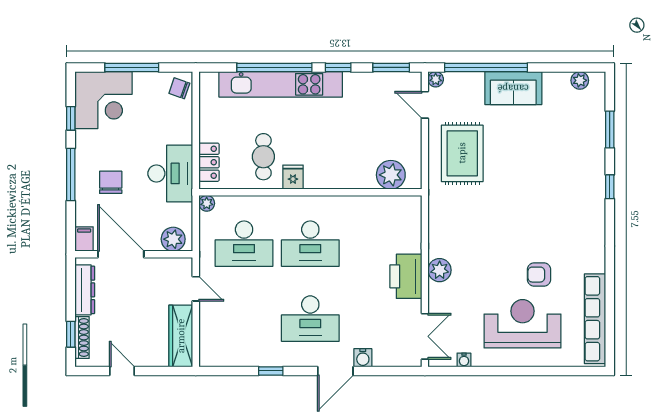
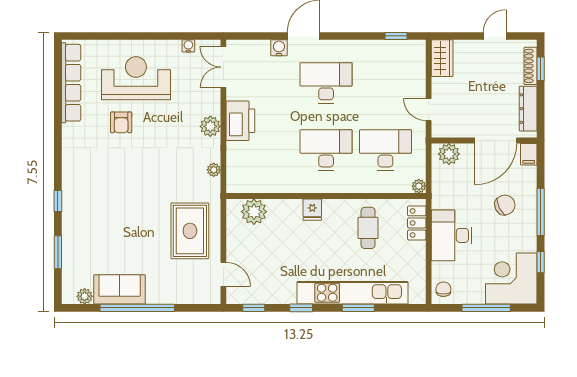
window: (274, 67) -> (358, 308), width x0.47
window: (391, 67) -> (254, 308), width x0.67
window: (486, 67) -> (137, 308), moved
plant: (436, 79) -> (214, 170), moved
chair: (179, 88) -> (443, 289), turned -109
sofa: (513, 88) -> (120, 289), moved
desk: (170, 173) -> (452, 235), moved
fridge: (293, 177) -> (312, 210), moved
chair: (111, 182) -> (505, 205), turned -116
door: (121, 254) -> (496, 140), hinge flipped
armchair: (539, 275) -> (121, 122), turned 90
reception desk: (523, 324) -> (136, 78), turned 180
wardrobe: (181, 336) -> (442, 58), width x0.67
door: (122, 371) -> (495, 36), swing flipped
window: (271, 371) -> (396, 36), moved

